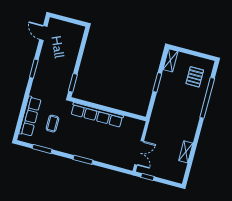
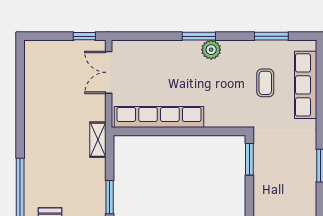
row of seats: (97, 115) -> (159, 117), moved
plant: (78, 150) -> (211, 50), added
shelving: (186, 152) -> (98, 140), moved

